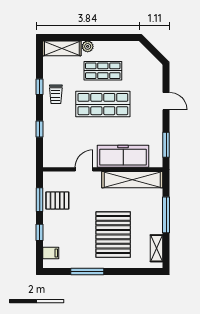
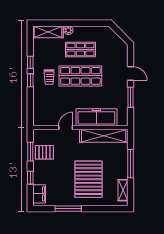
trolley: (56, 94) -> (49, 77), moved
window: (40, 129) -> (30, 80), moved
window: (166, 145) -> (131, 97), moved
filing cabinet: (51, 253) -> (39, 194), width x2.00

